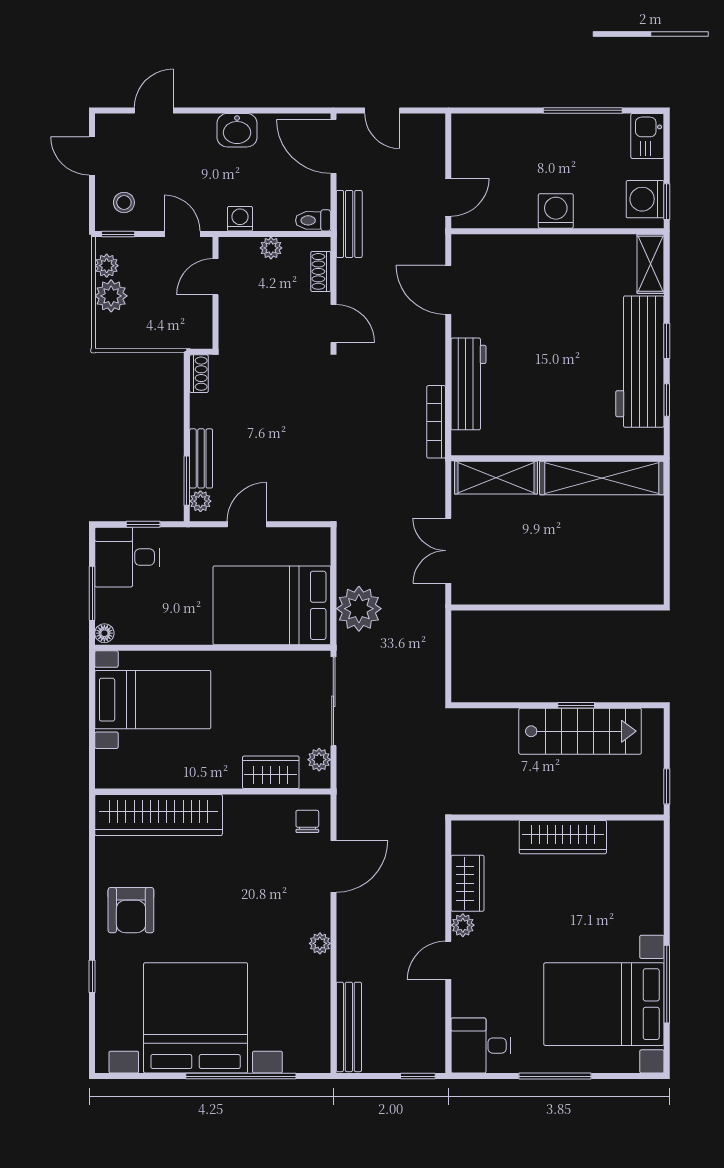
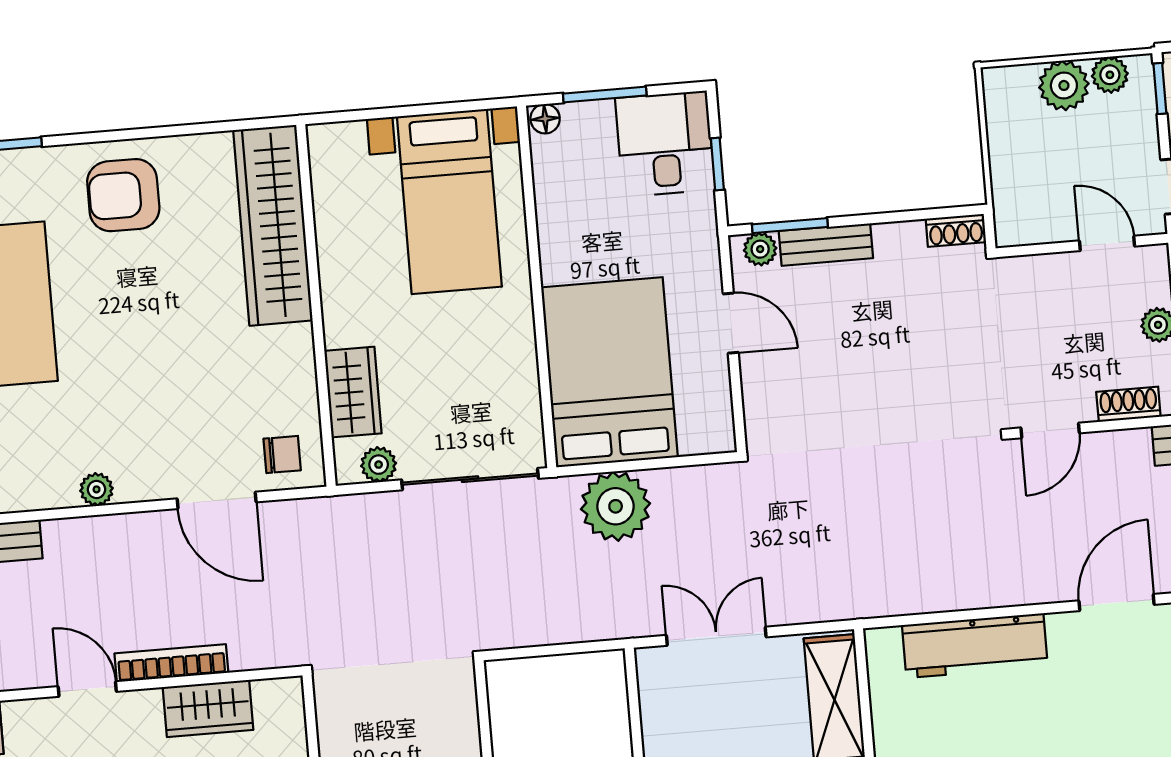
bookcase: (436, 422) -> (171, 663), moved
plant: (463, 925) -> (143, 707), removed

